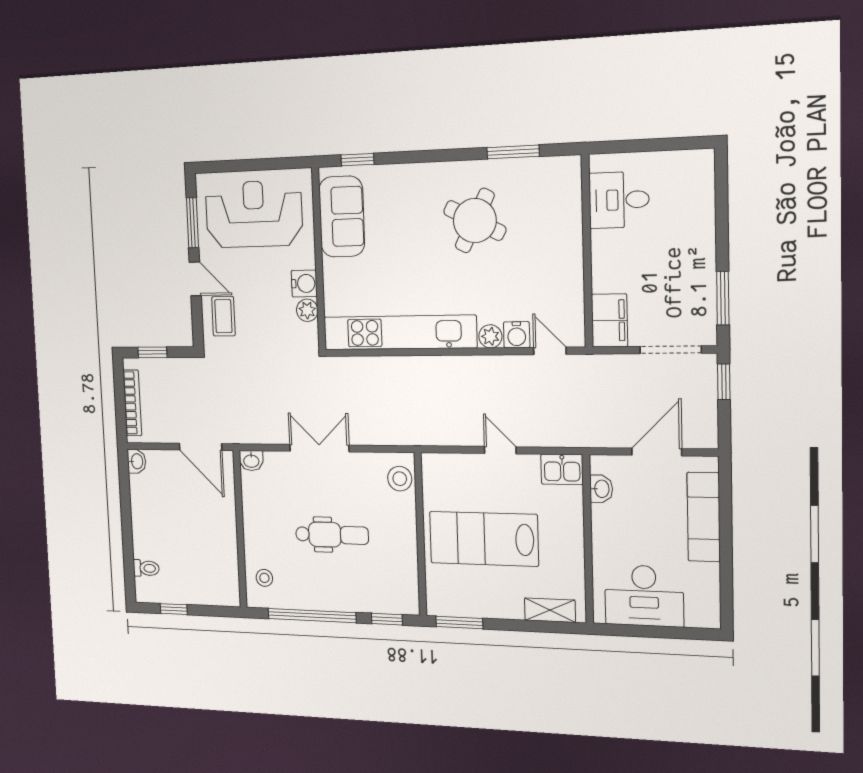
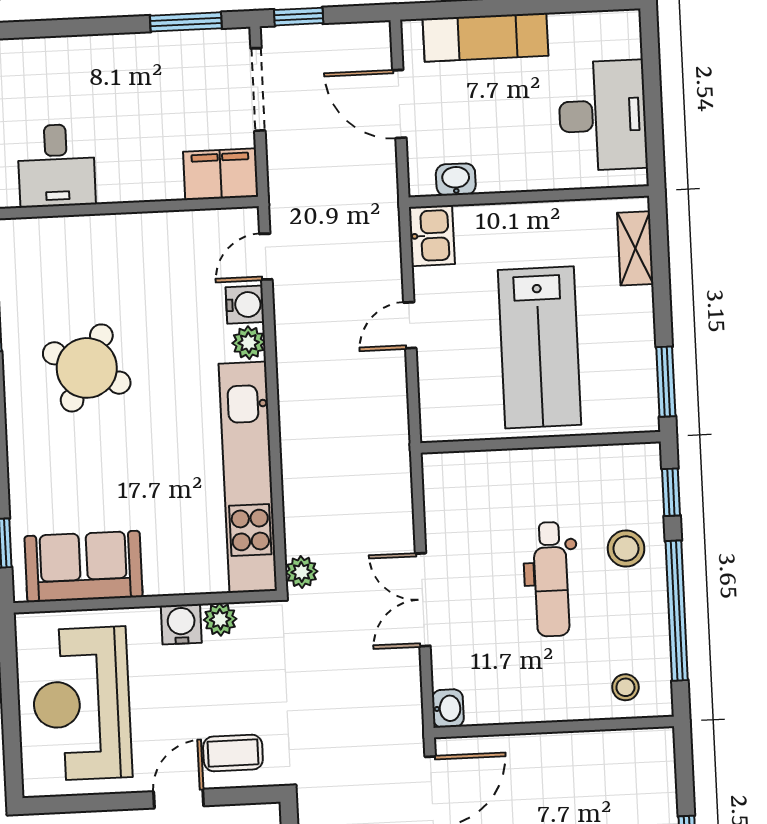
window: (192, 223) -> (95, 803), removed
plant: (337, 367) -> (301, 572), added
stool: (400, 479) -> (626, 549), moved
dental chair: (332, 535) -> (551, 579), turned 180

